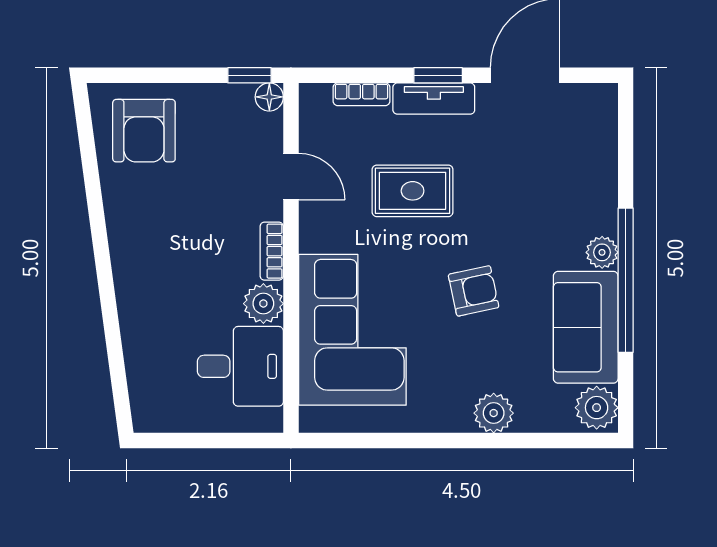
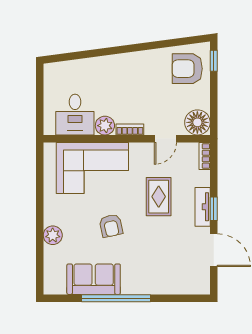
window: (250, 75) -> (214, 61), moved
bookcase: (362, 94) -> (205, 156), moved
floor lamp: (269, 97) -> (197, 122), width x1.89, depth x1.89
plant: (602, 252) -> (129, 287), removed
plant: (597, 408) -> (55, 284), removed

